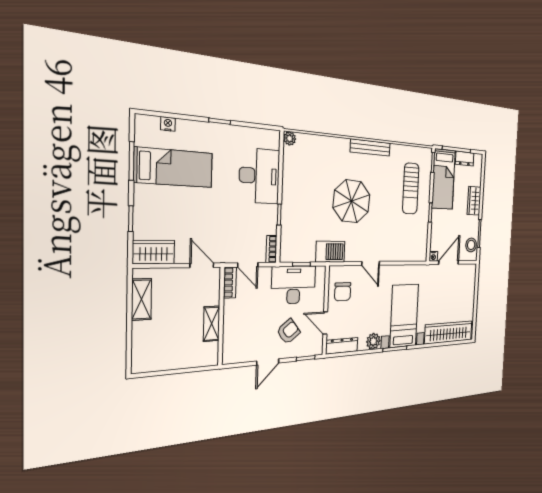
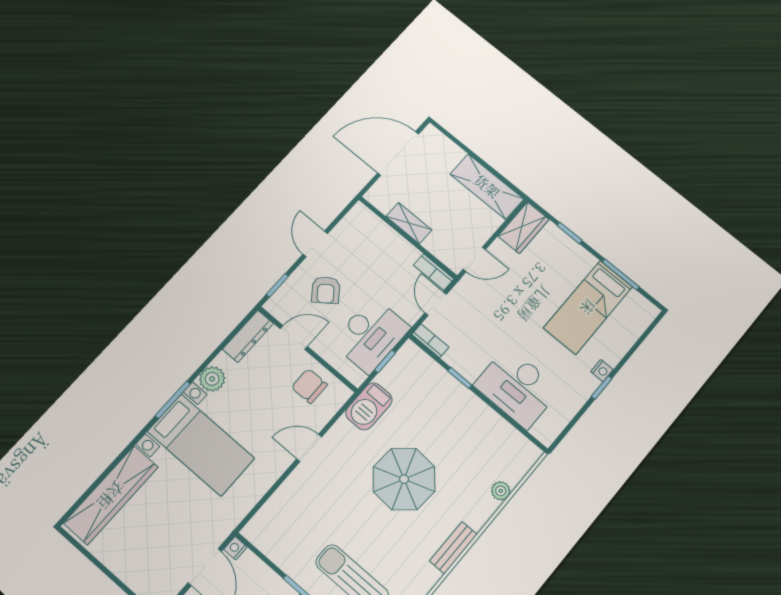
nightstand: (168, 124) -> (602, 371), moved
plant: (290, 138) -> (501, 491), moved
bench: (370, 147) -> (453, 548), width x0.73
door: (248, 265) -> (436, 304), hinge flipped
shelving: (142, 299) -> (487, 186), width x1.50, depth x1.33
door: (171, 372) -> (398, 153), added

